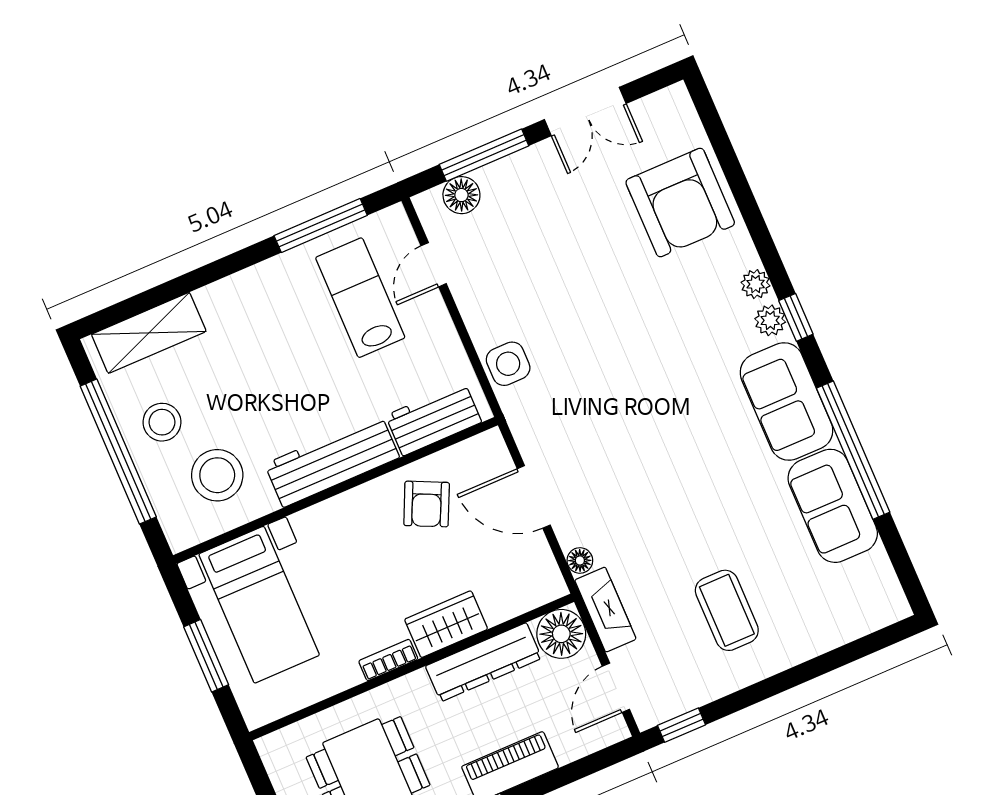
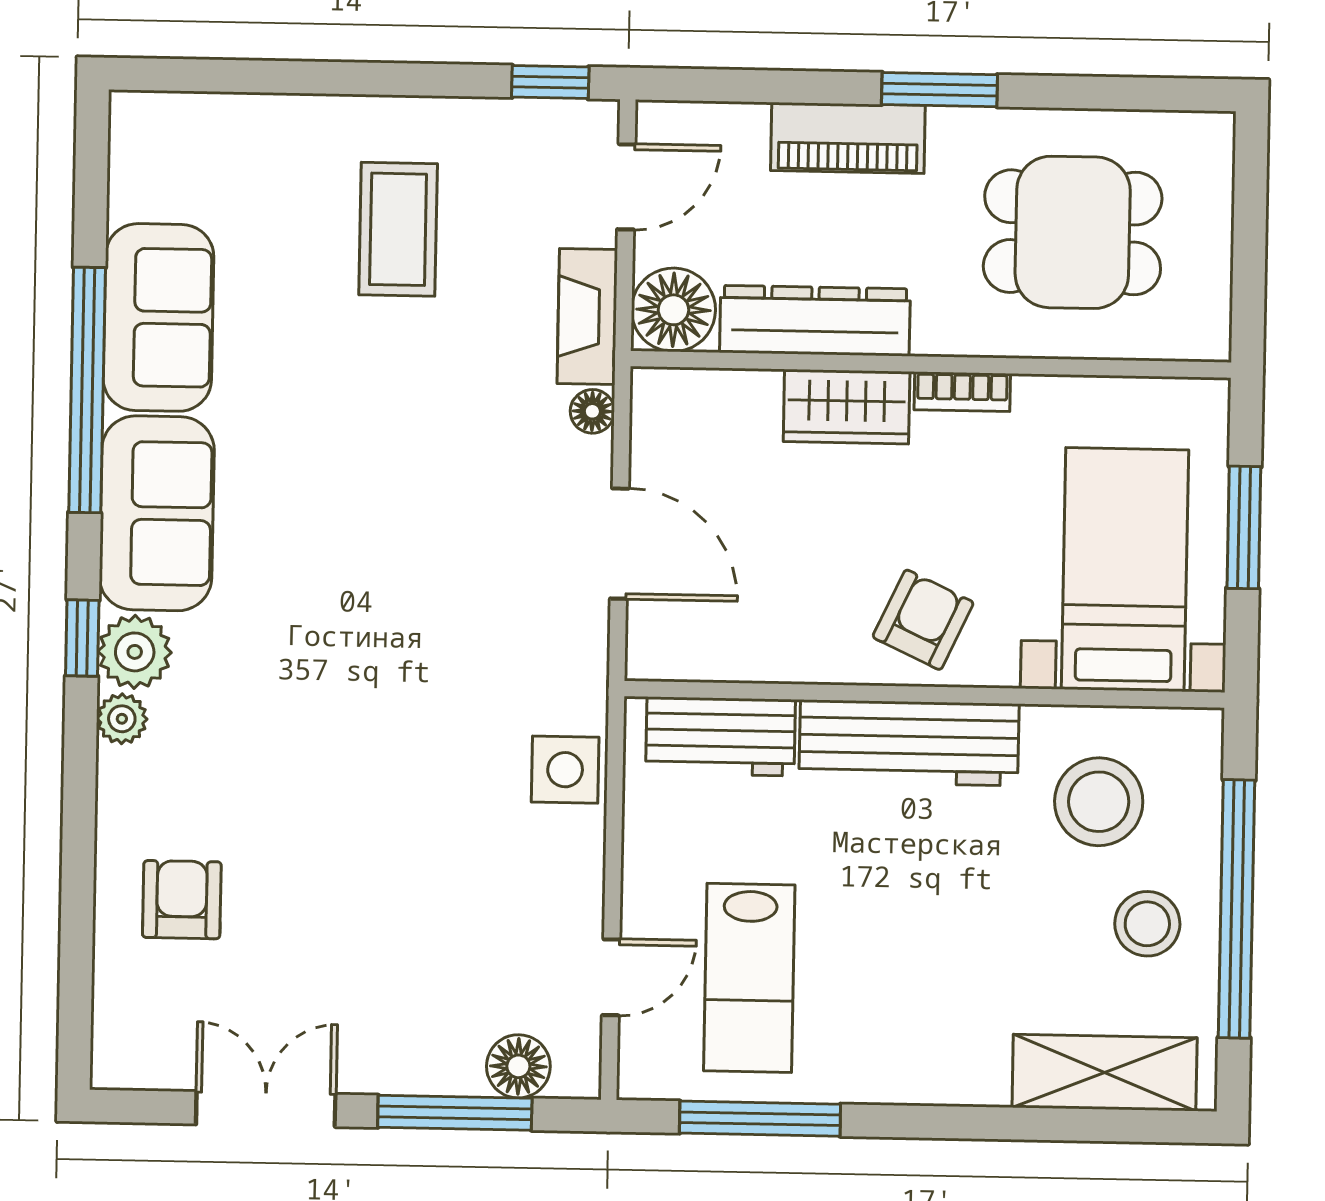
armchair: (680, 203) -> (182, 900), width x0.53, depth x0.53
plant: (770, 320) -> (135, 652), width x1.38, depth x1.38
armchair: (427, 504) -> (923, 620), moved

